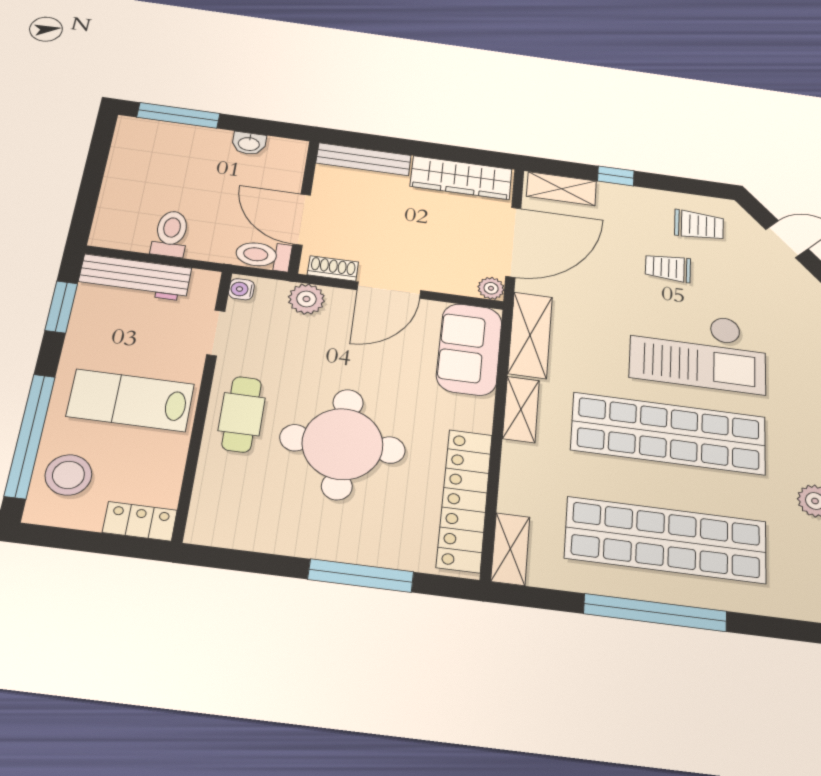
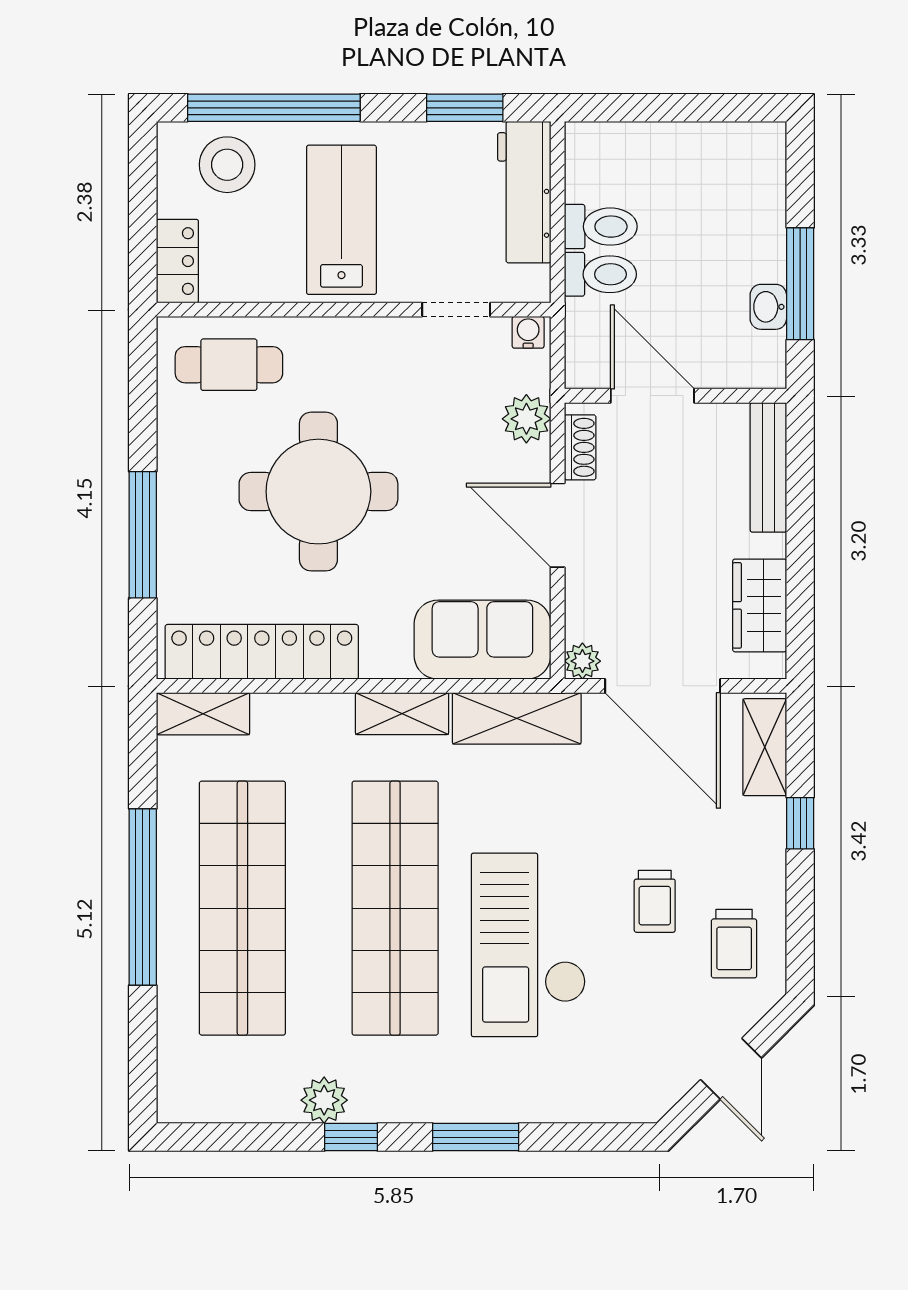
window: (178, 115) -> (800, 284), moved
wardrobe: (461, 178) -> (760, 605), width x0.67
door: (302, 220) -> (652, 396), hinge flipped
toilet: (263, 255) -> (600, 274), moved, turned 90
trolley: (668, 268) -> (655, 901), turned 180
cafe table: (242, 414) -> (229, 365), moved

